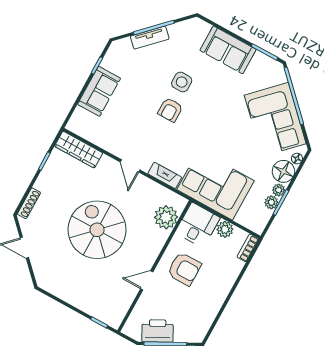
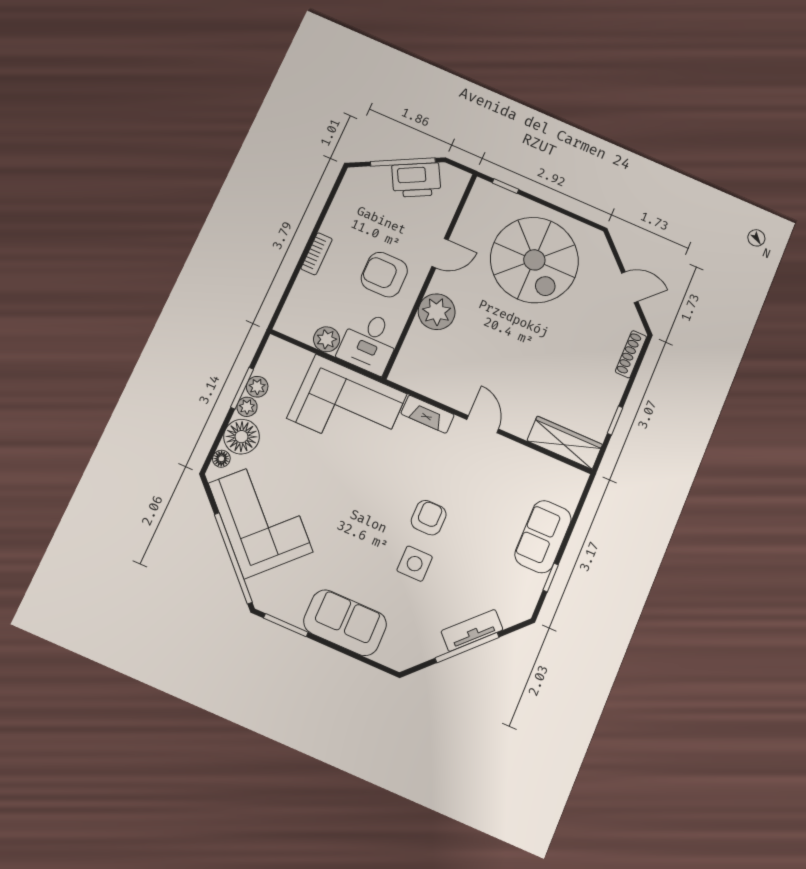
plant: (166, 217) -> (437, 312), moved
spiral stairs: (97, 230) -> (534, 260), moved
bookcase: (248, 248) -> (317, 254), moved

